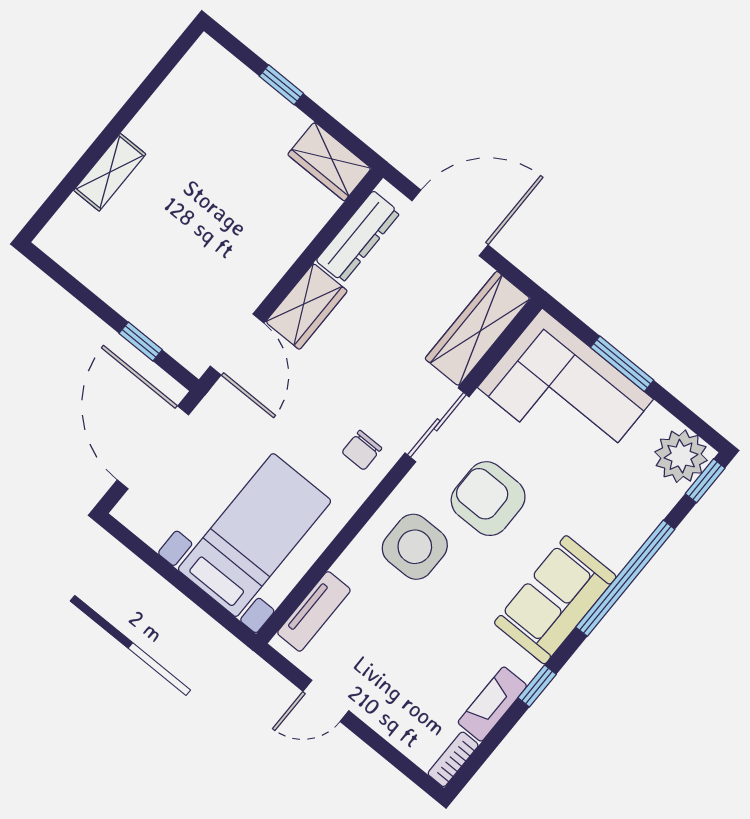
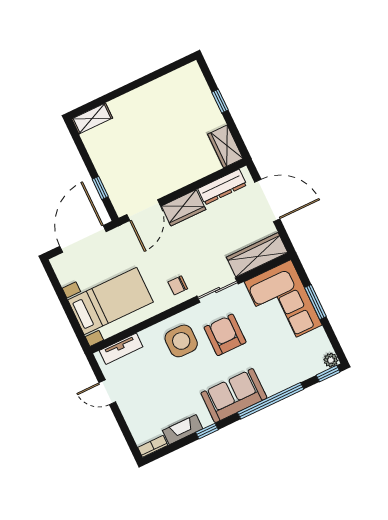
shelving: (110, 172) -> (92, 118), moved
plant: (681, 456) -> (331, 360), width x0.53, depth x0.53

